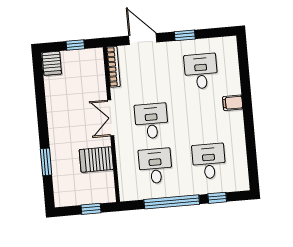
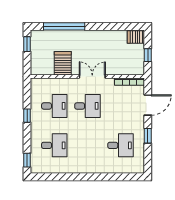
filing cabinet: (233, 103) -> (95, 166), removed
window: (46, 162) -> (64, 26), width x2.11
window: (217, 198) -> (27, 160), moved
window: (172, 202) -> (27, 116), width x0.32
window: (91, 209) -> (27, 44), moved

